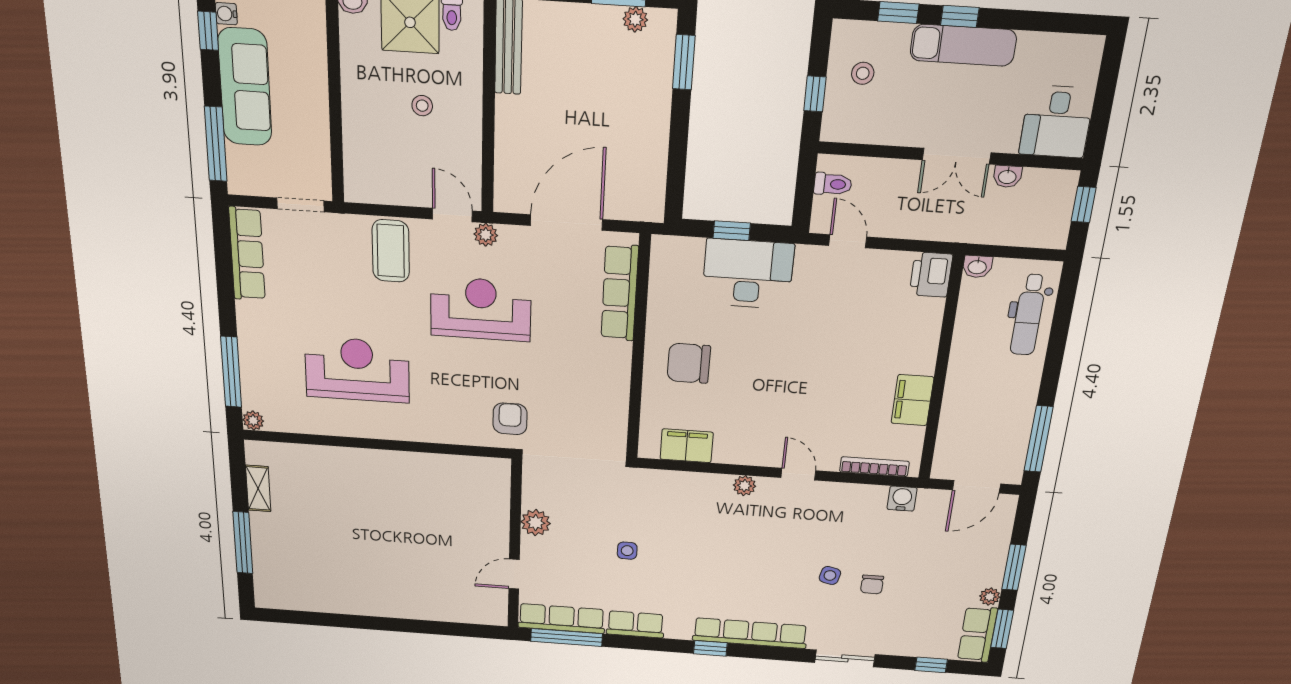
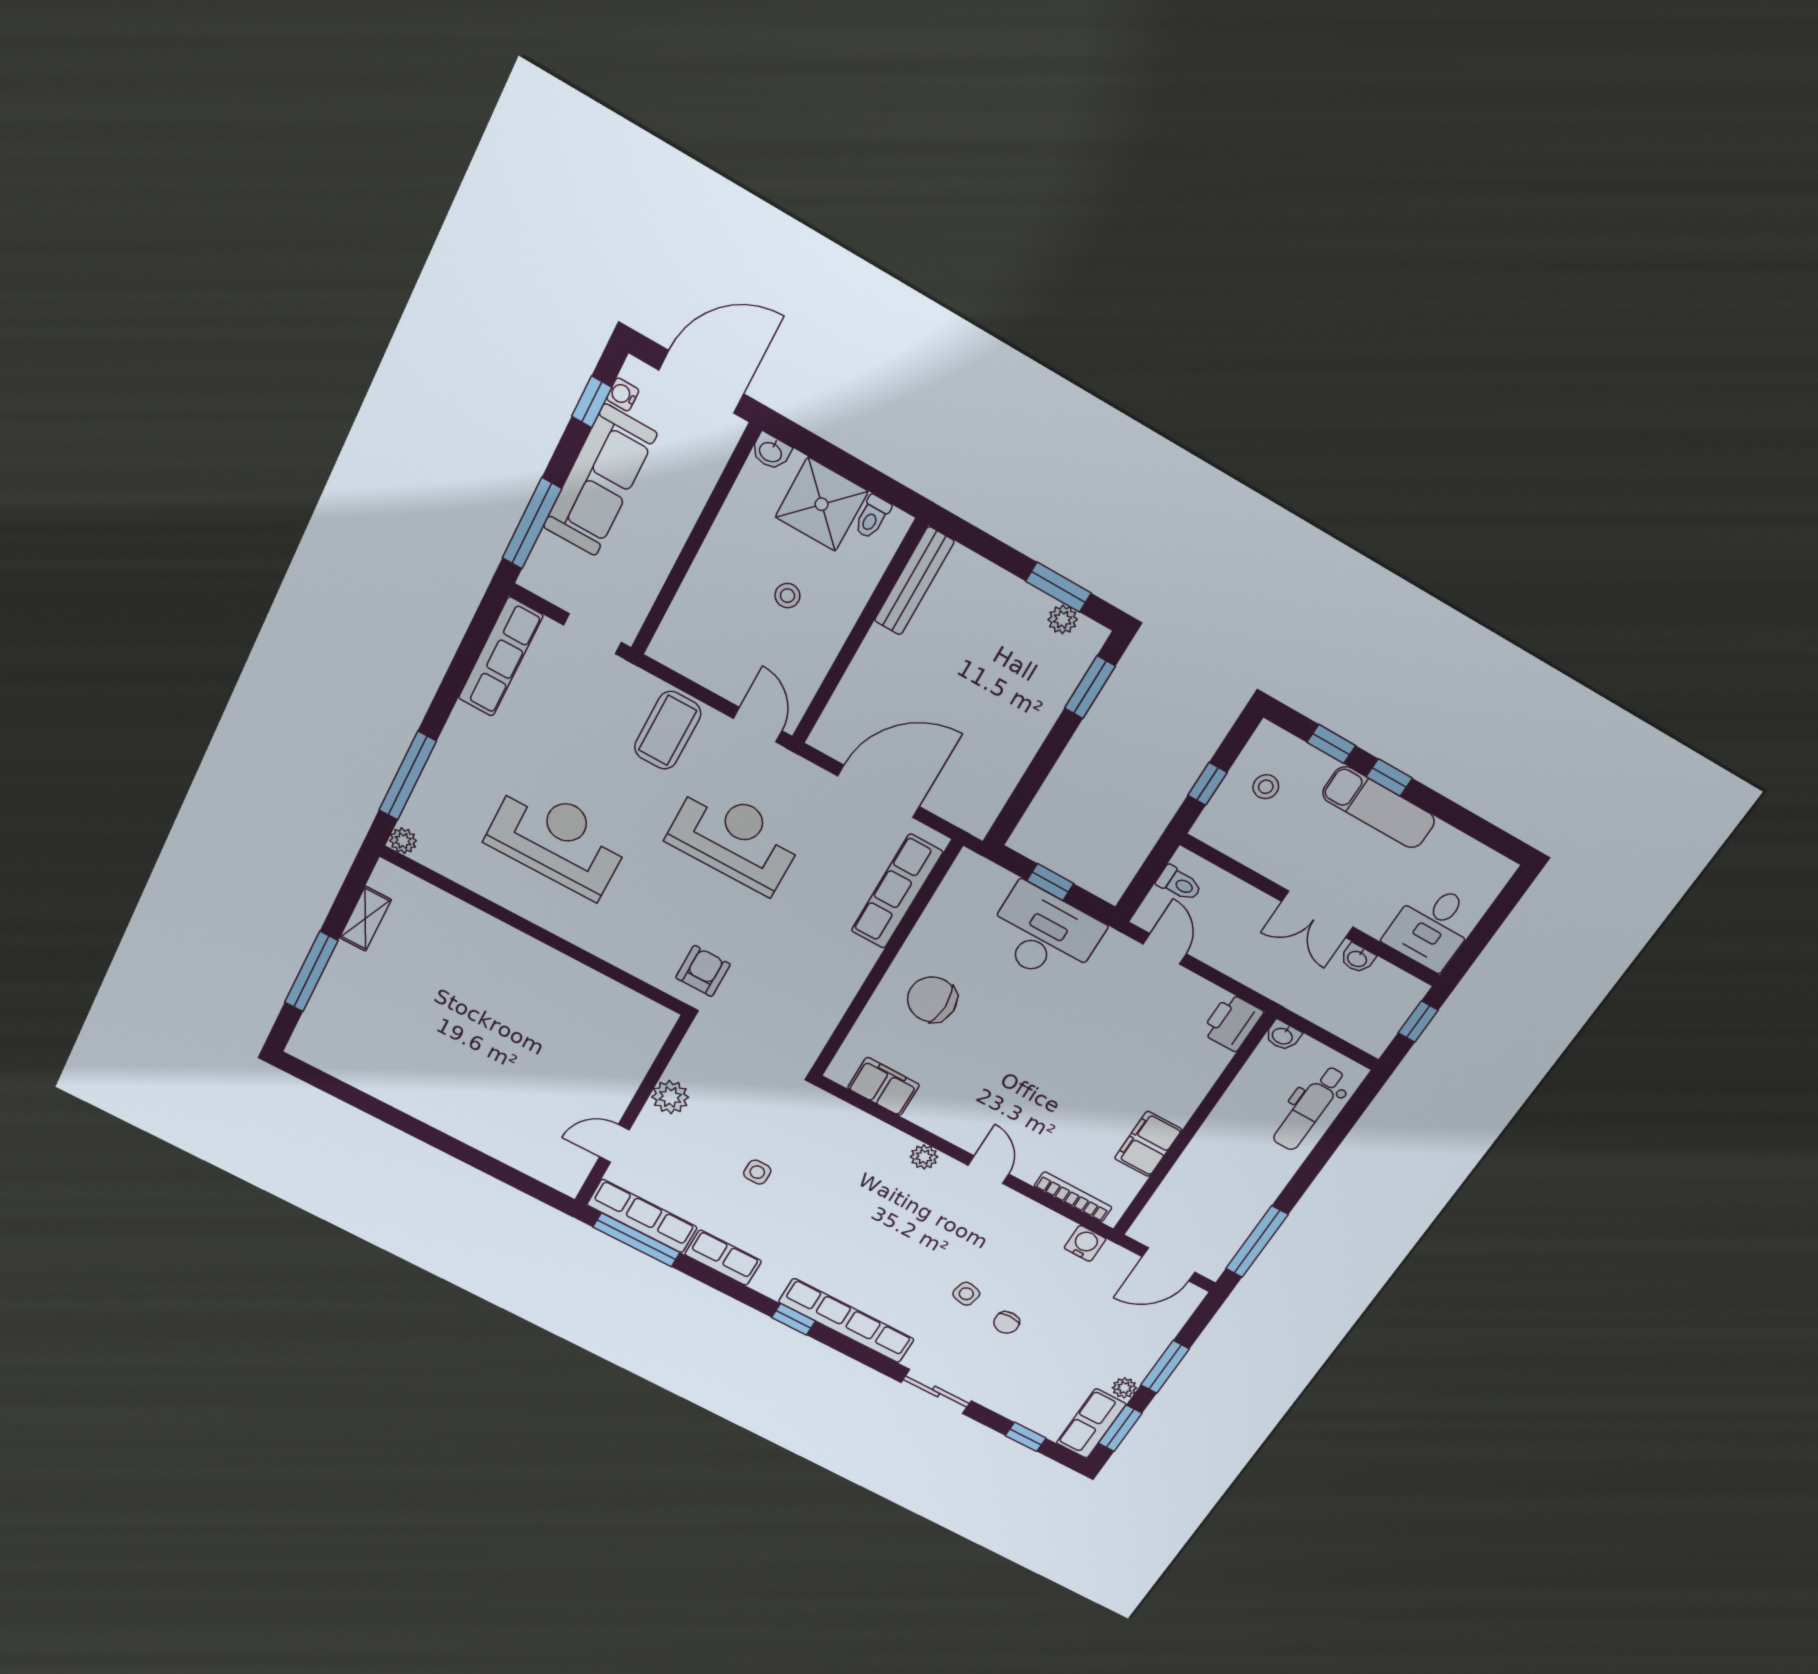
plant: (486, 235) -> (783, 763), removed

